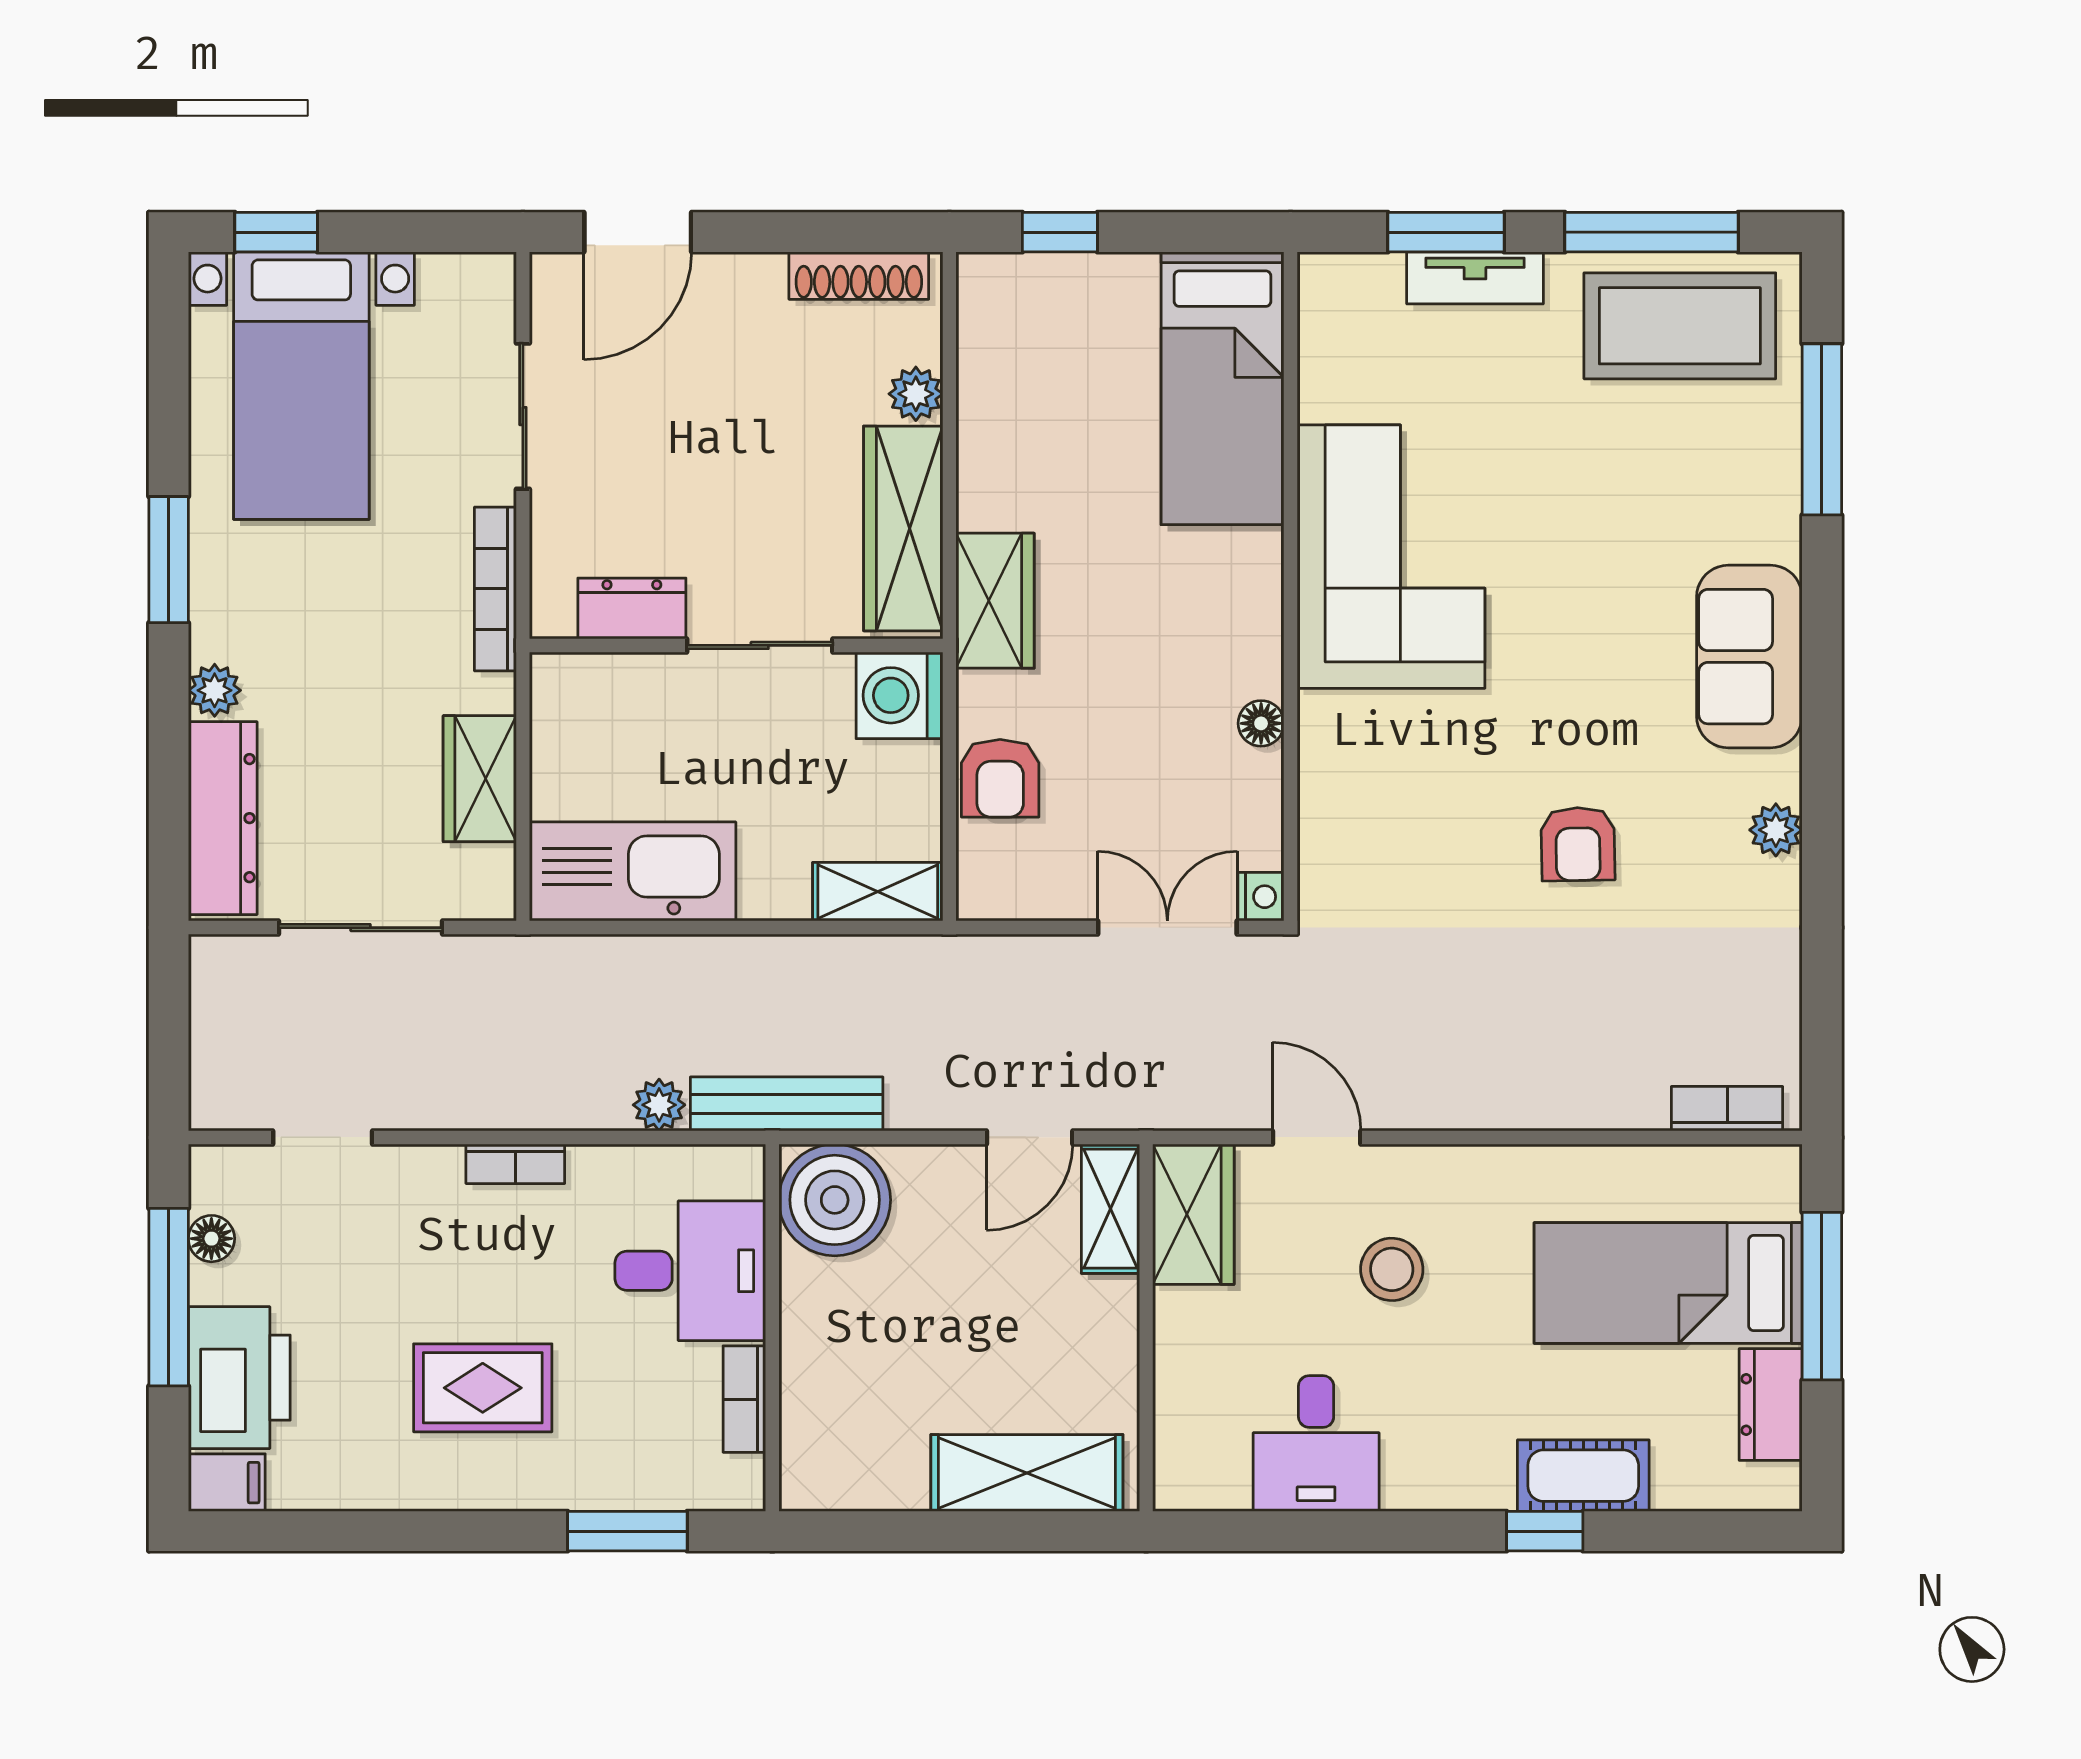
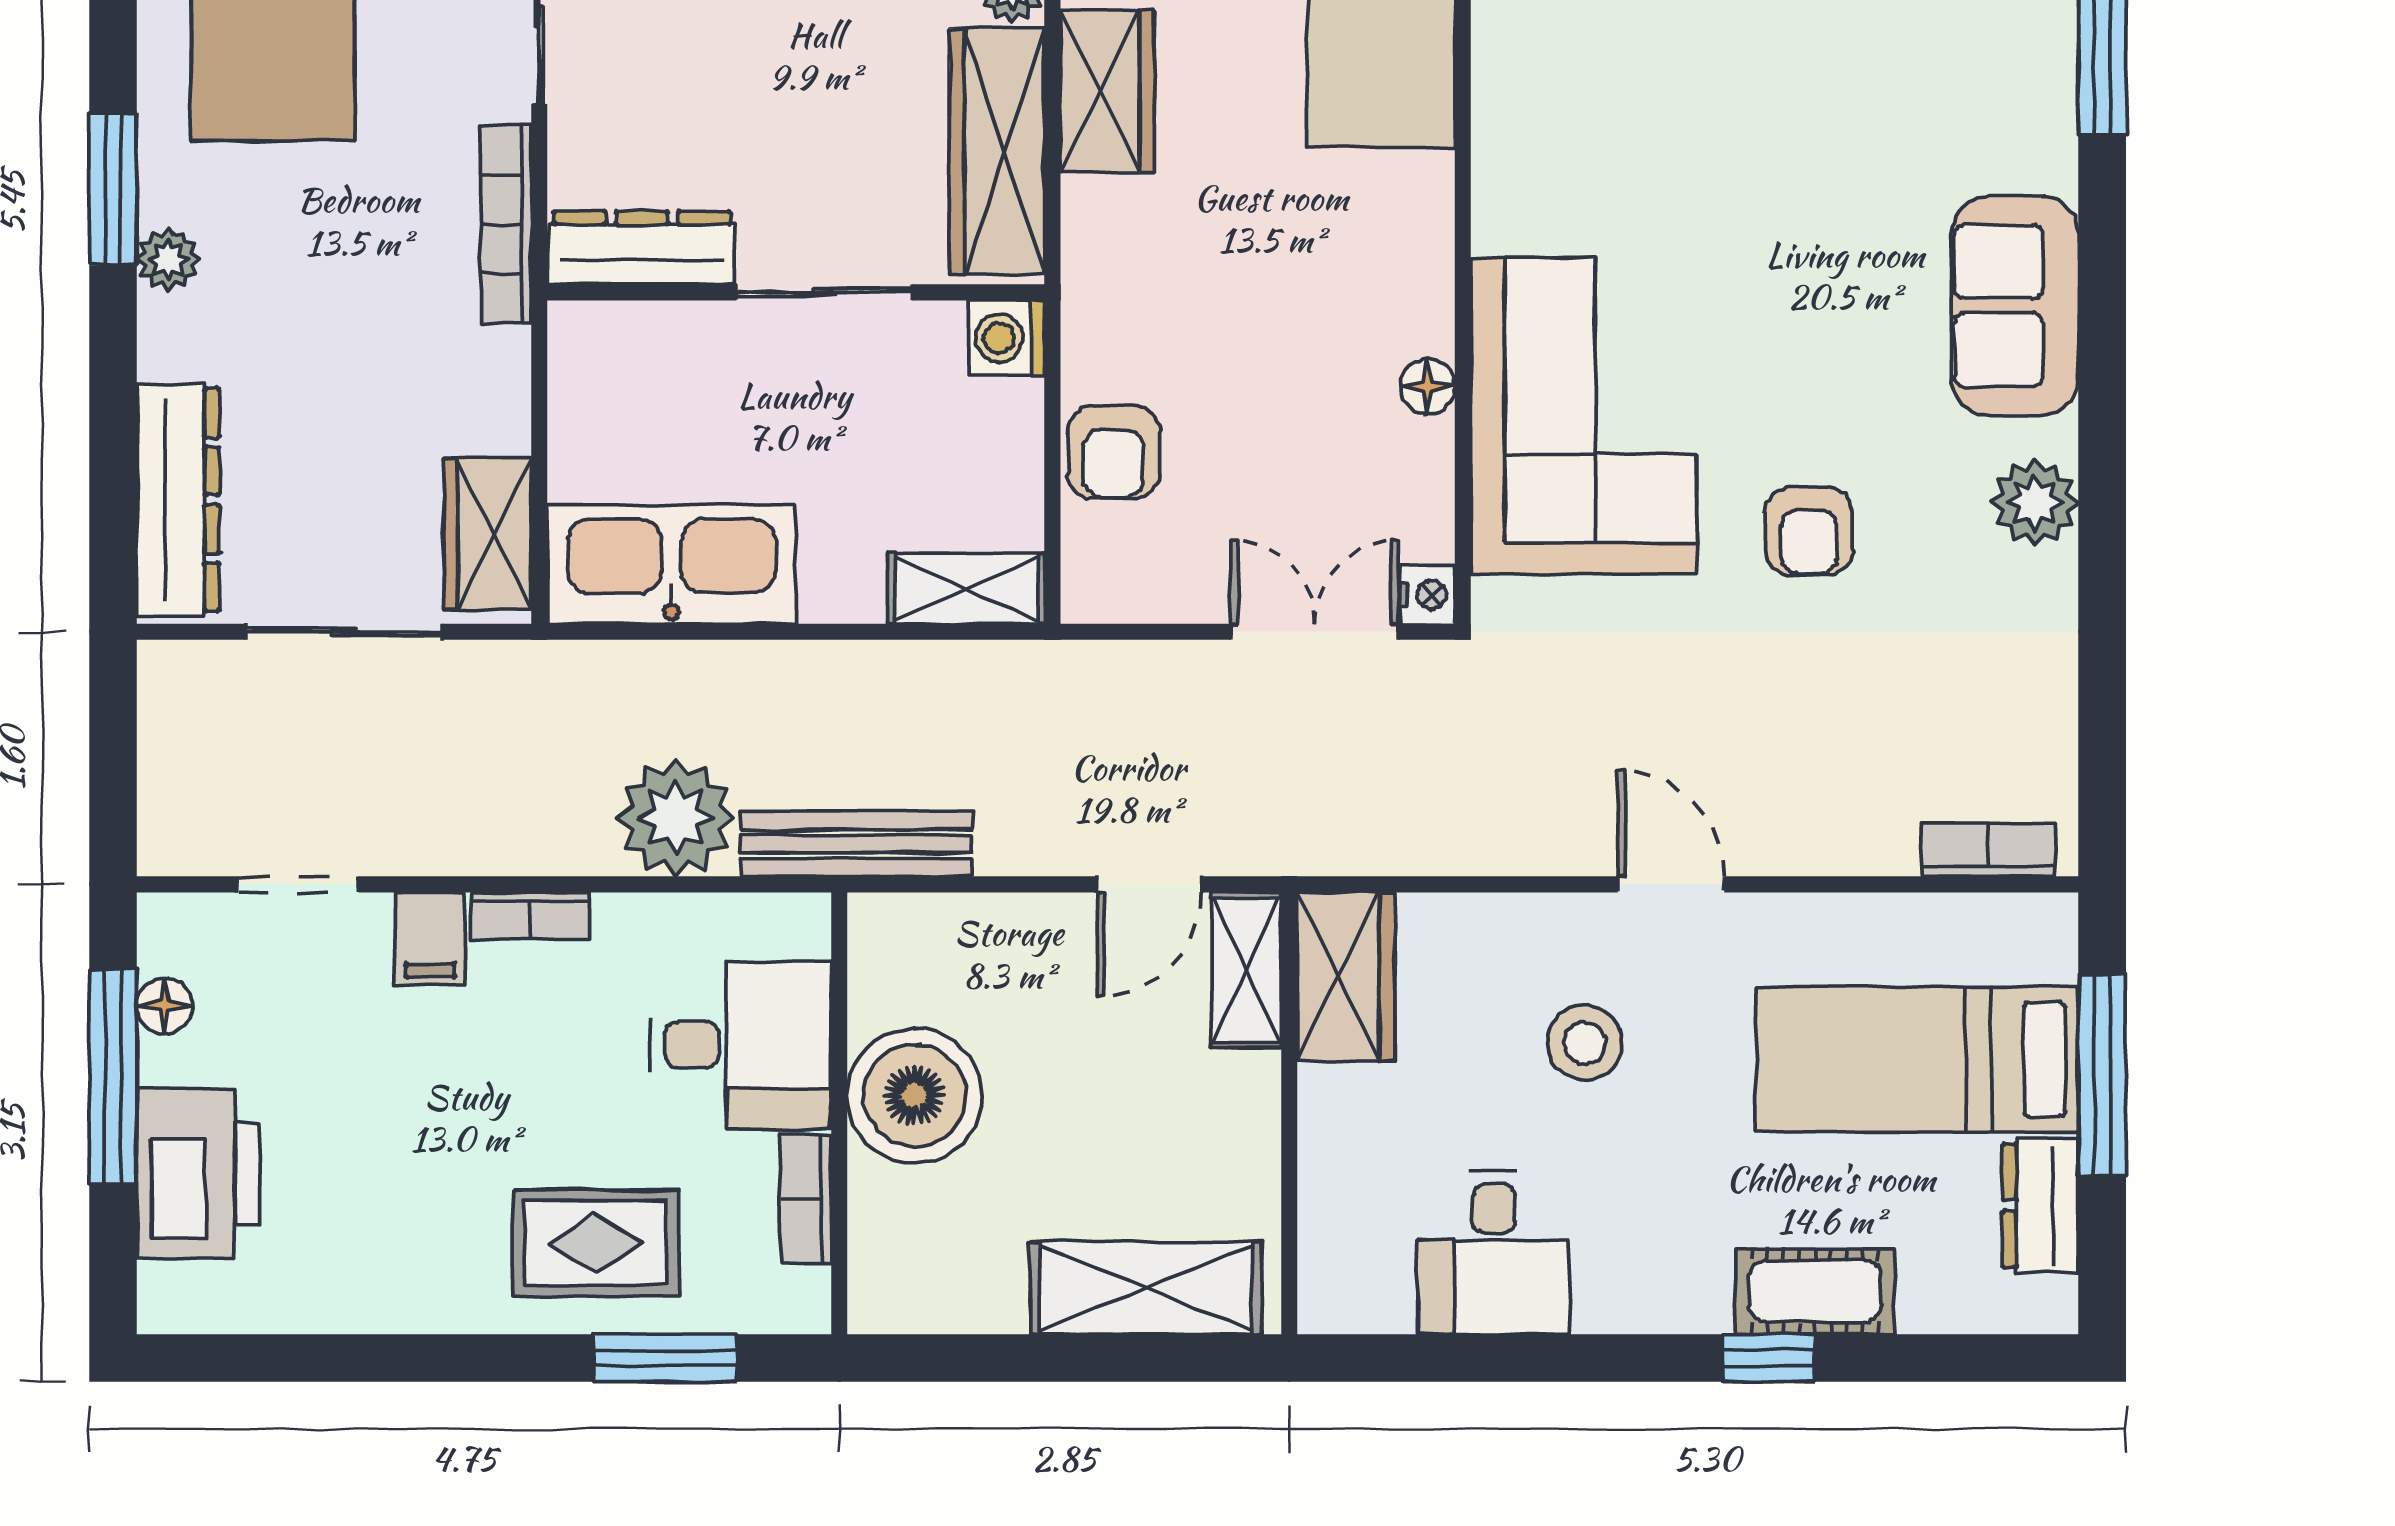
corner sofa: (1391, 557) -> (1584, 416), moved
wardrobe: (995, 601) -> (1107, 91), moved
dresser: (632, 608) -> (642, 248), width x1.44
plant: (215, 690) -> (168, 259), moved
washing machine: (899, 695) -> (1007, 338), width x0.73, depth x0.73
wardrobe: (480, 779) -> (487, 534), moved
plant: (1776, 830) -> (2035, 502), width x1.38, depth x1.38
plant: (659, 1105) -> (676, 818), width x1.88, depth x1.88
door: (1317, 1137) -> (1671, 884), moved
boiler: (835, 1200) -> (914, 1096), moved
rug: (483, 1388) -> (596, 1243), moved
filing cabinet: (227, 1483) -> (430, 938), moved, turned 90

